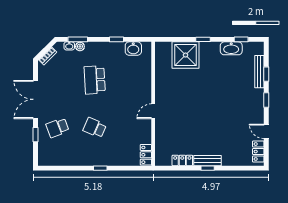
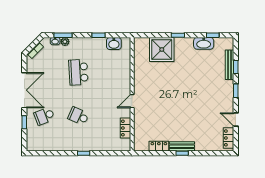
double door: (36, 99) -> (24, 90), swing flipped
locker: (146, 155) -> (125, 128), moved

